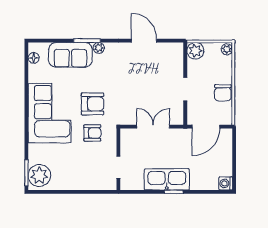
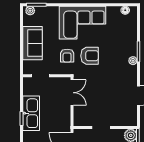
sofa: (70, 55) -> (33, 43), moved, turned 180
armchair: (93, 104) -> (90, 56), turned -90
double door: (153, 127) -> (72, 93), moved
plant: (39, 175) -> (30, 11), width x0.53, depth x0.53

